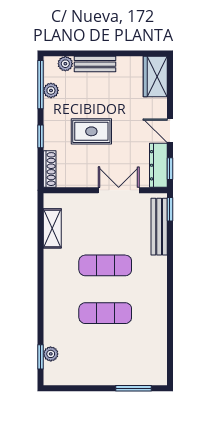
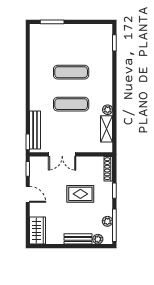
dresser: (158, 165) -> (36, 171), removed
plant: (51, 354) -> (108, 110), moved

